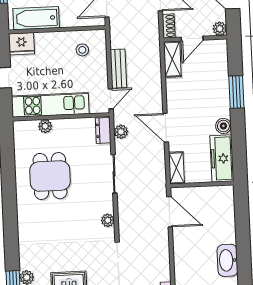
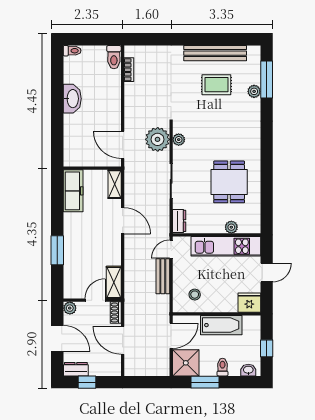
bathtub: (36, 18) -> (221, 325), moved
boiler: (223, 126) -> (70, 220), removed
plant: (121, 132) -> (158, 139), moved, width x1.88, depth x1.88

